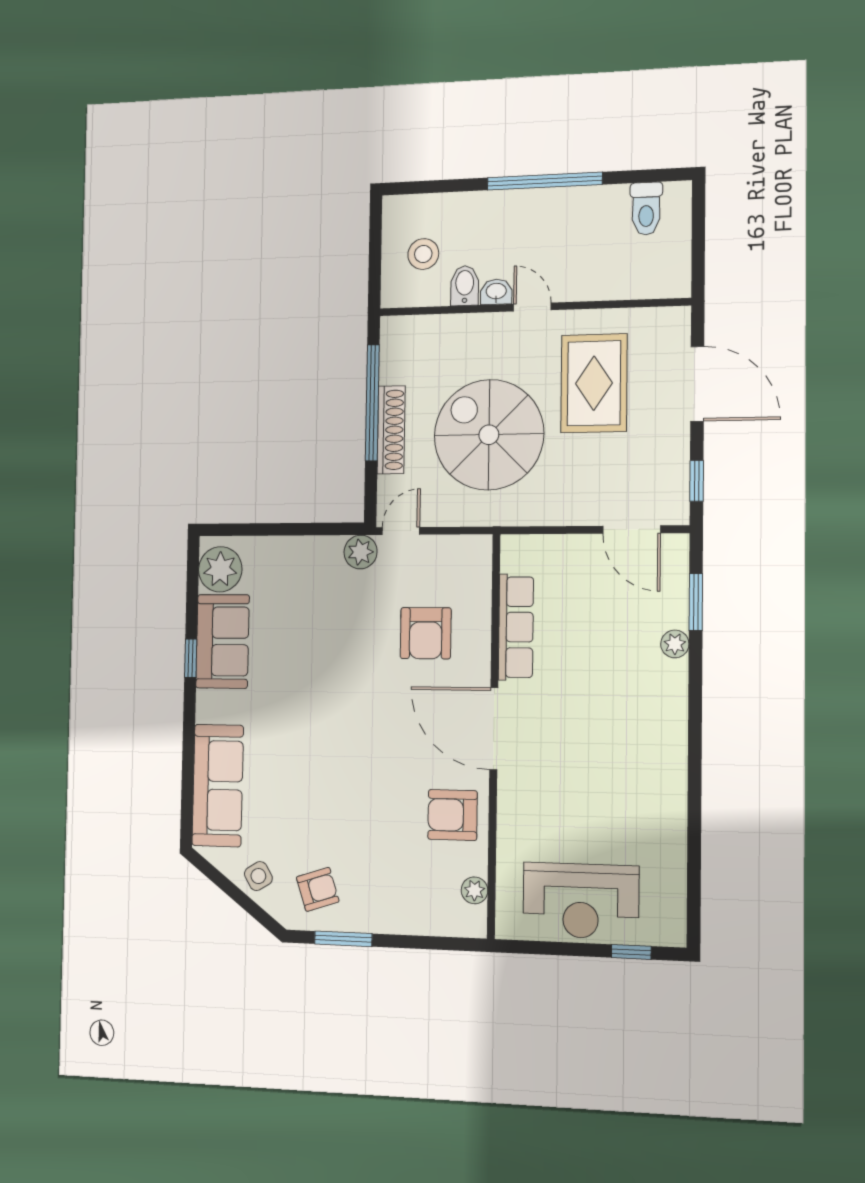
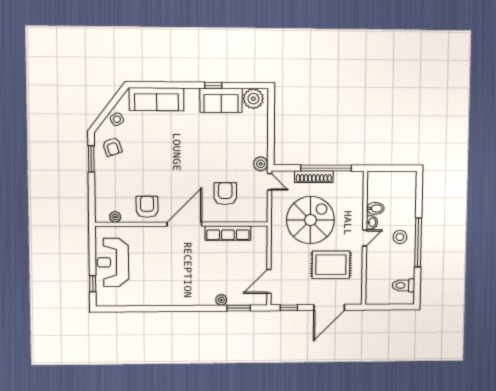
stool: (423, 254) -> (400, 237), moved
armchair: (426, 633) -> (225, 194), turned 90

